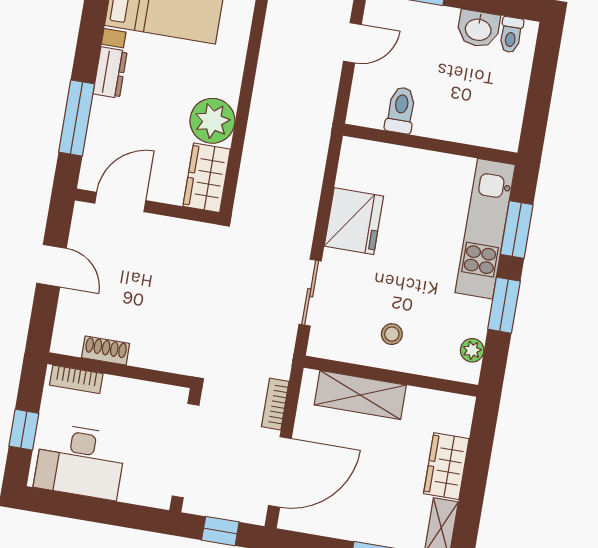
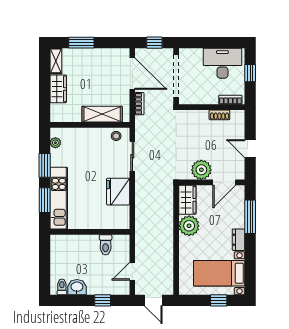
plant: (165, 238) -> (201, 170), added
stool: (392, 334) -> (116, 136), moved
door: (280, 472) -> (132, 74), swing flipped

